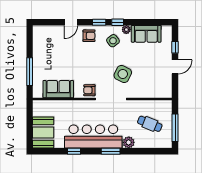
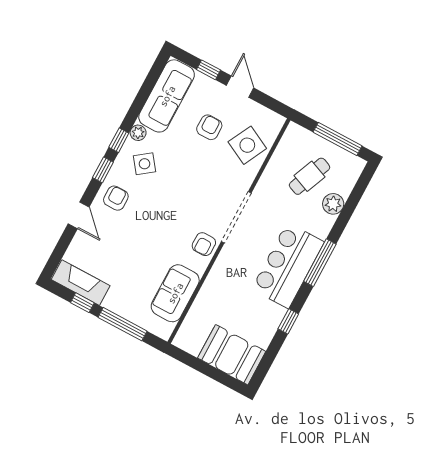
sofa: (146, 34) -> (167, 96), width x1.36
fireplace: (39, 41) -> (81, 283), added
window: (30, 47) -> (82, 303), added
armchair: (147, 63) -> (209, 127), added
side table: (123, 74) -> (247, 145), moved
bar counter: (93, 136) -> (288, 265), width x0.73
plant: (129, 142) -> (333, 204), moved
window: (111, 151) -> (320, 263), width x1.44

